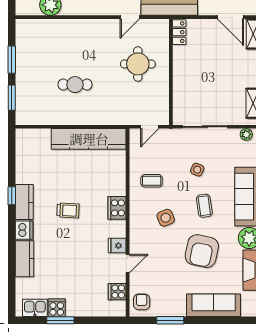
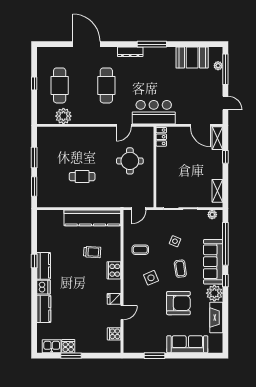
trolley: (68, 210) -> (92, 252), moved
armchair: (202, 251) -> (178, 303), turned -102
armchair: (142, 302) -> (133, 342), removed

